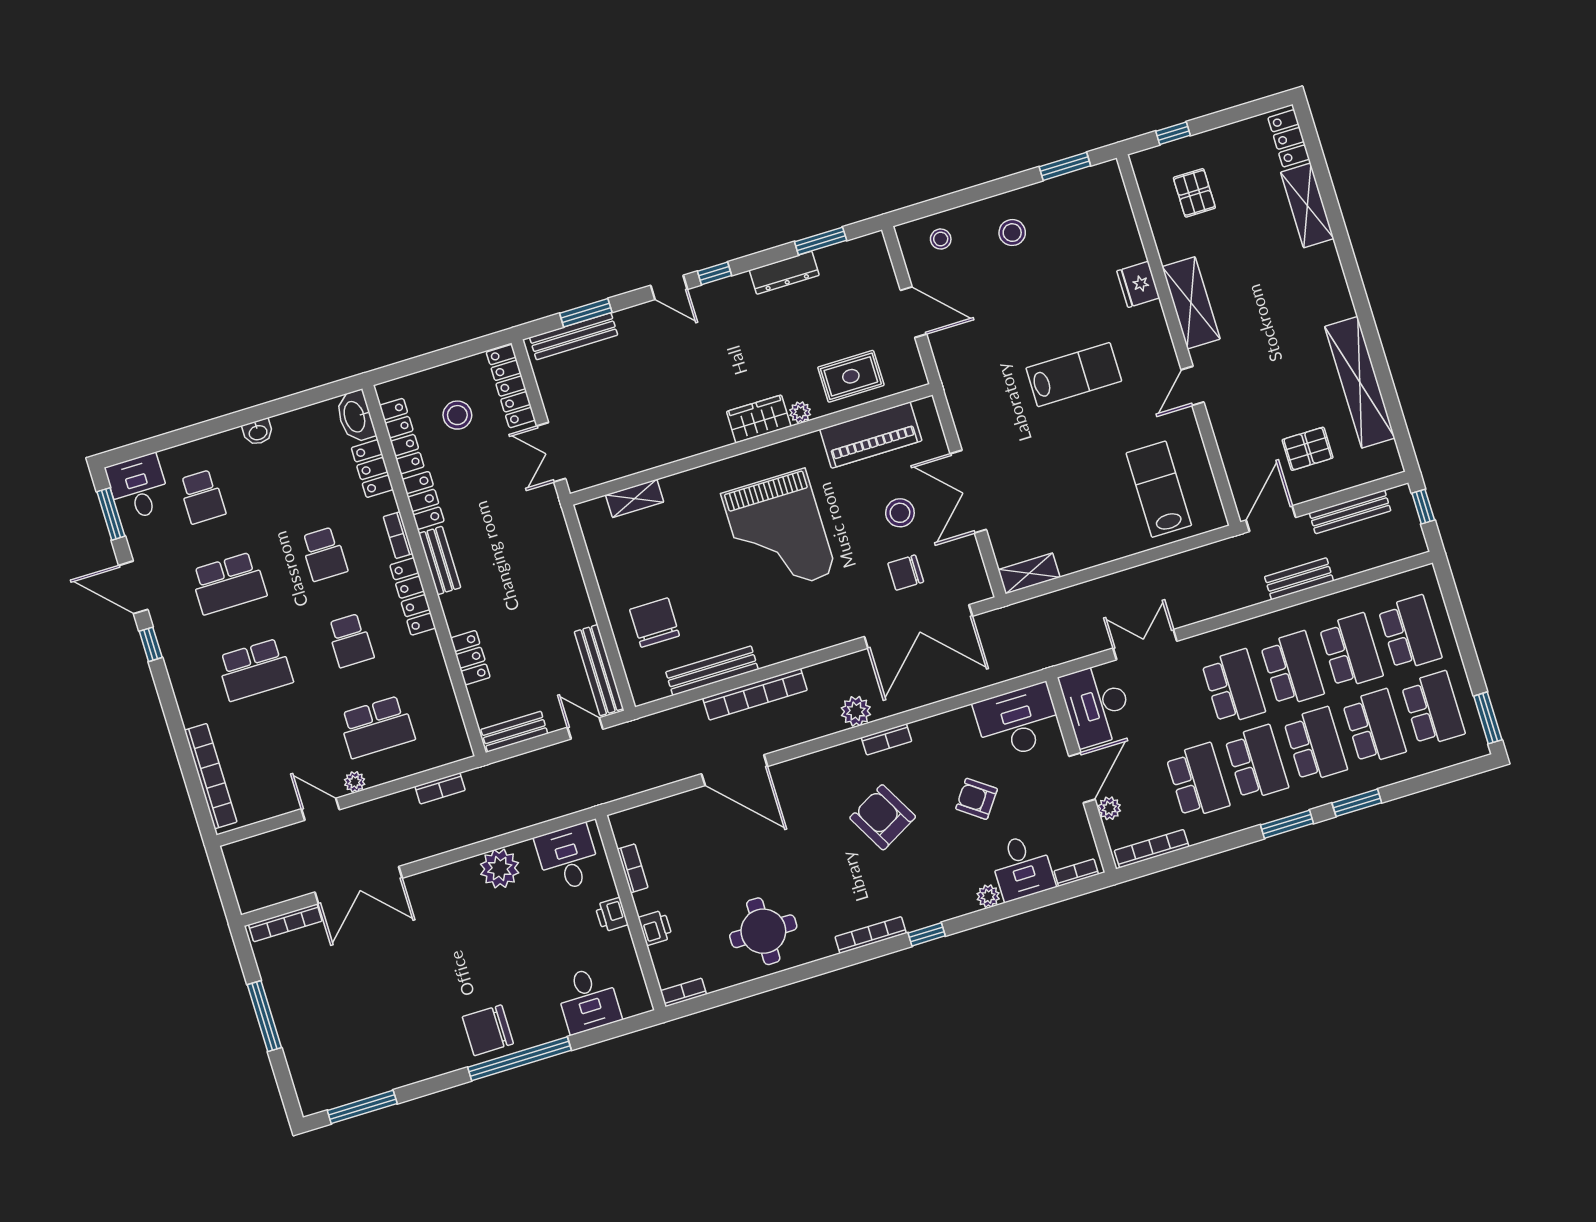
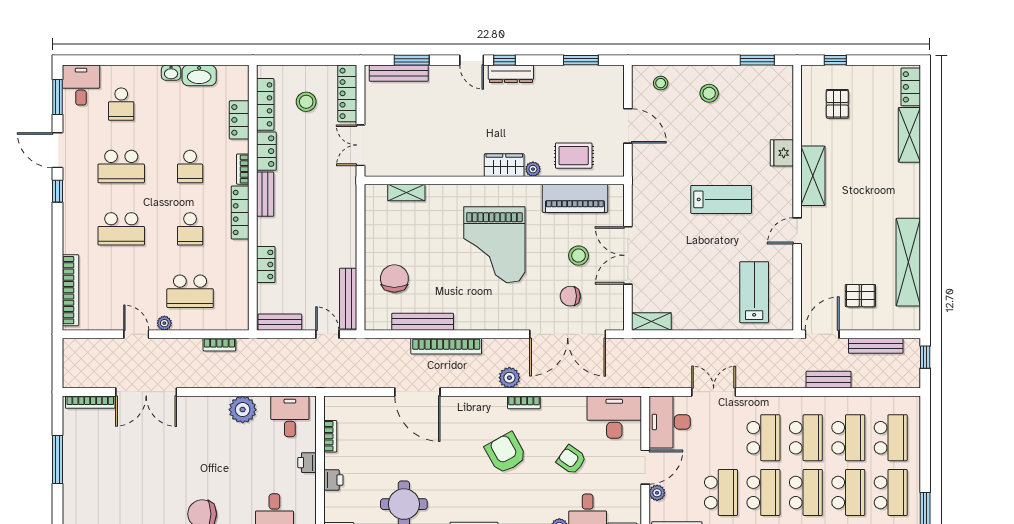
dresser: (784, 273) -> (511, 74), moved
washbasin: (355, 416) -> (199, 75), moved, turned -90

